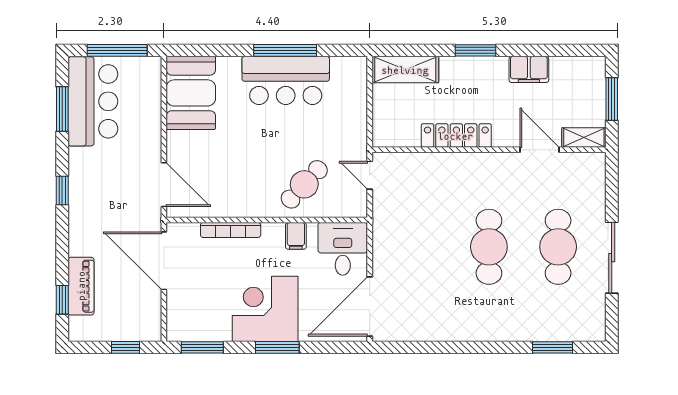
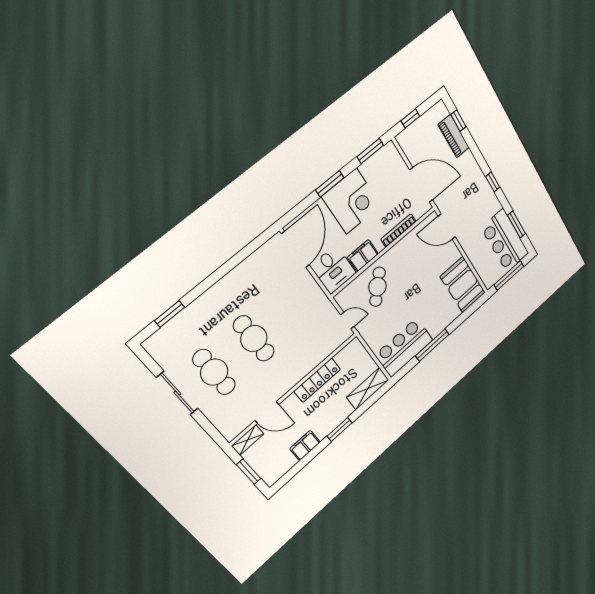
bar counter: (286, 80) -> (404, 347), moved
filing cabinet: (296, 236) -> (363, 256), width x2.00

